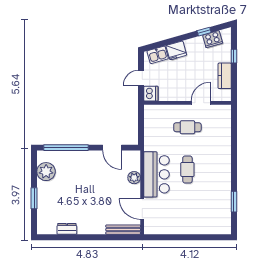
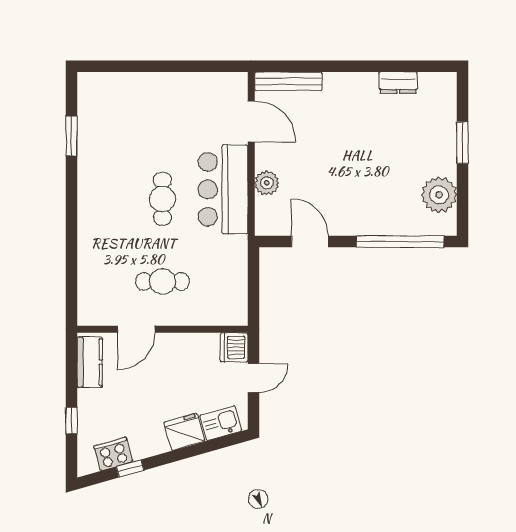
kitchen counter: (225, 76) -> (90, 362), moved

